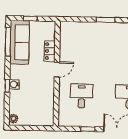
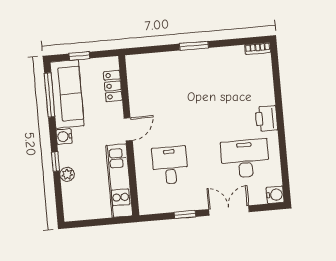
locker: (50, 51) -> (113, 86), moved
water cooler: (14, 84) -> (64, 136), moved
kitchen unit: (47, 102) -> (119, 181), added
plant: (14, 119) -> (67, 174), moved

